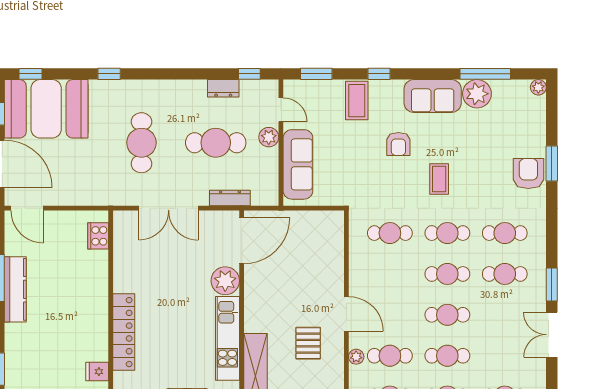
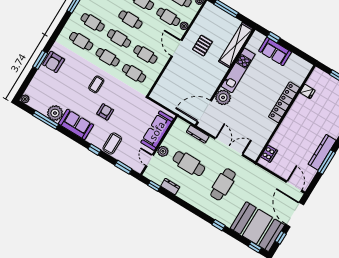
cafe table: (390, 274) -> (145, 55), added

